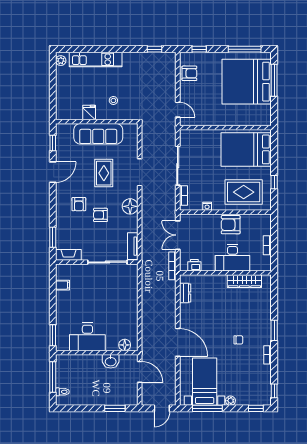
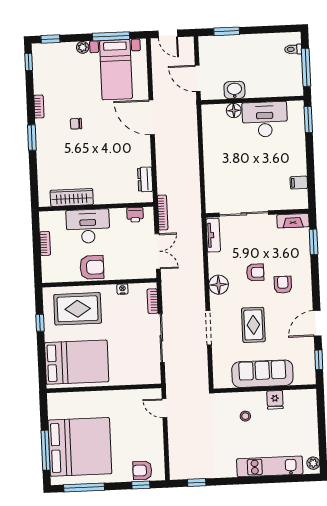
armchair: (189, 73) -> (142, 470), moved
floor lamp: (125, 345) -> (234, 111), moved
door: (162, 408) -> (168, 34), swing flipped

